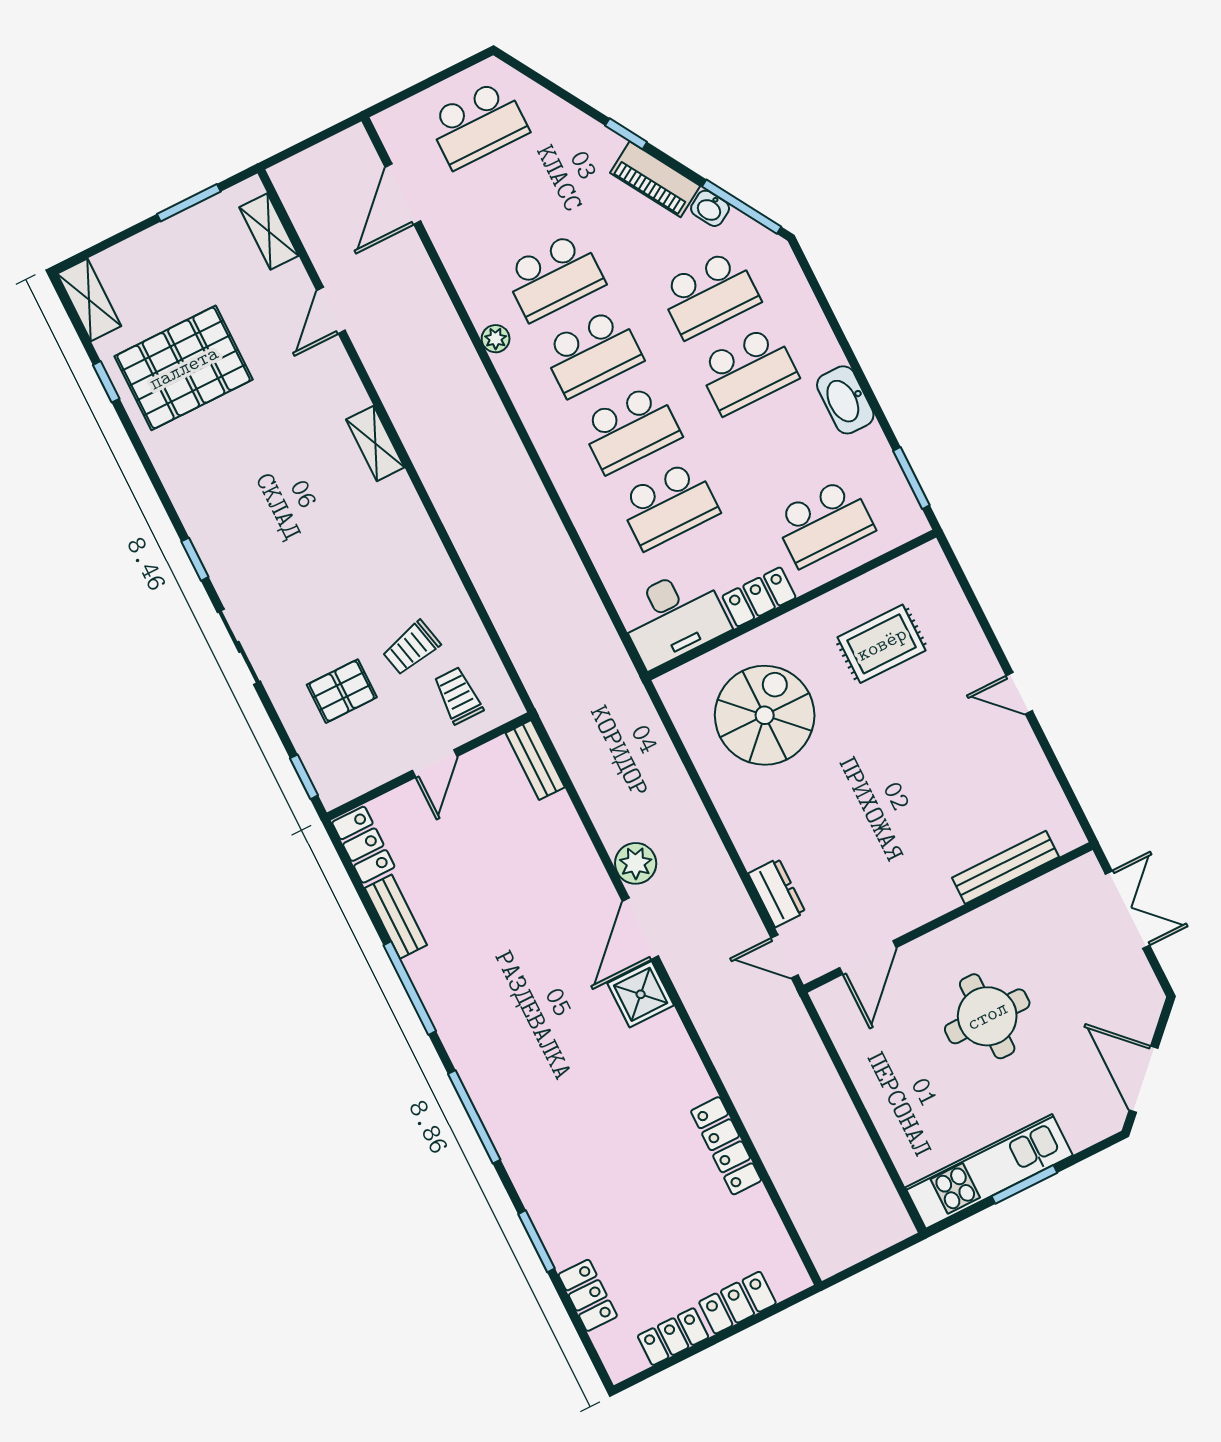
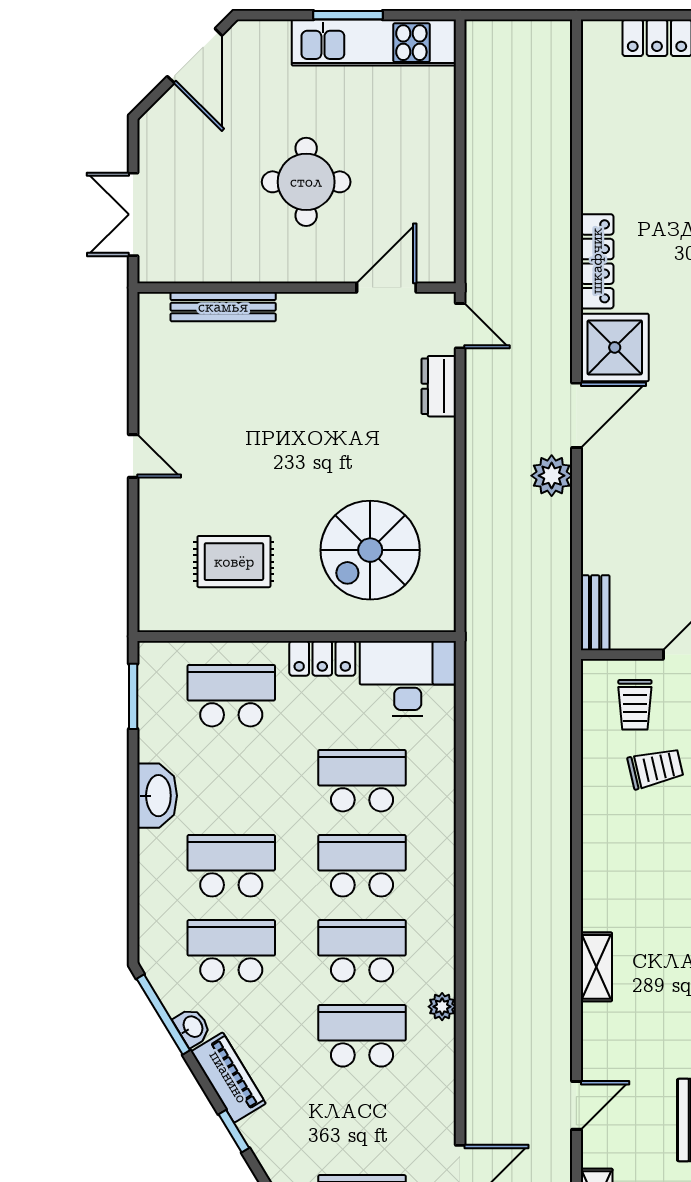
shower: (641, 994) -> (615, 347), width x1.36, depth x1.36
locker: (726, 1146) -> (597, 261), moved

